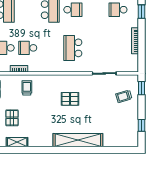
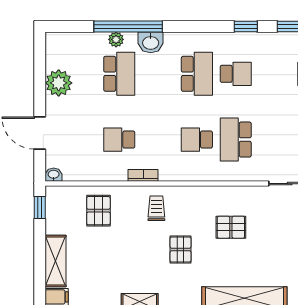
school desk: (28, 48) -> (197, 140), moved
pallet: (12, 118) -> (181, 250), moved

